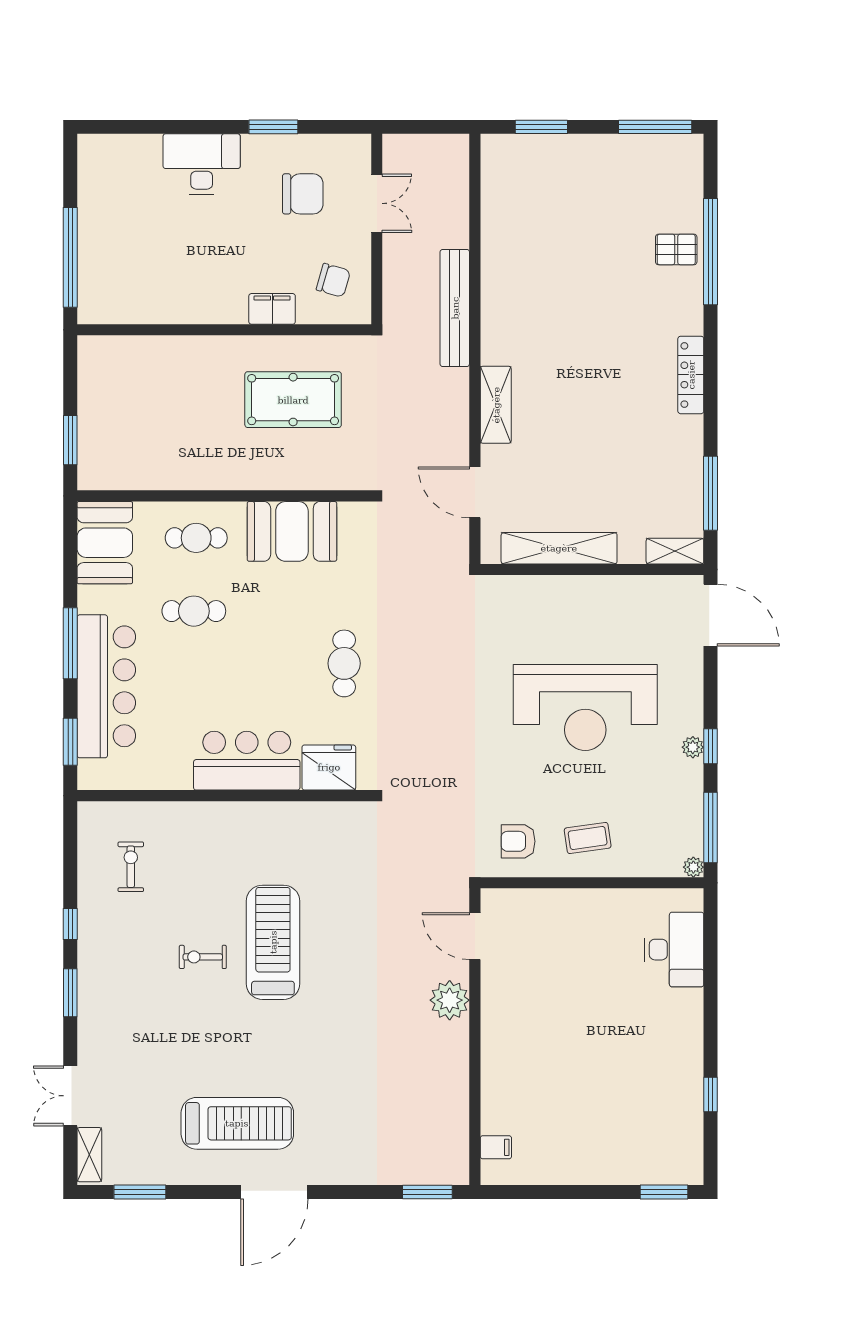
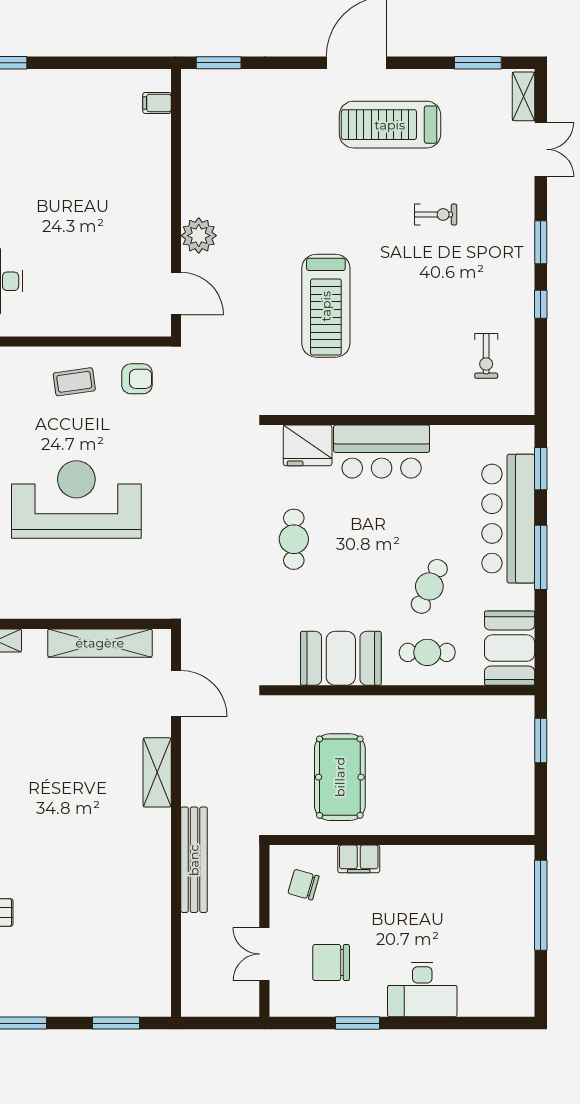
pool table: (293, 400) -> (340, 777), turned 90
cafe table: (194, 611) -> (429, 586), turned -65
treadmill: (273, 942) -> (326, 306), moved
exercise bike: (203, 957) -> (436, 214), moved

